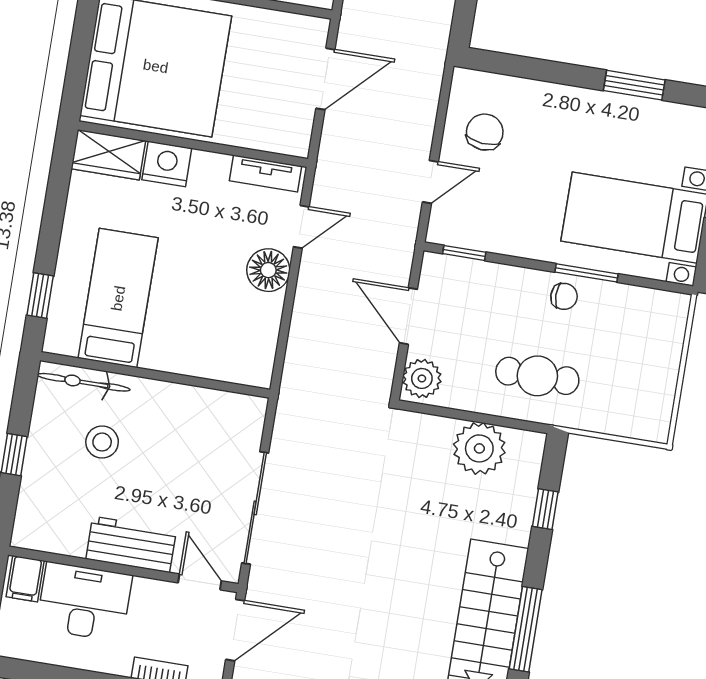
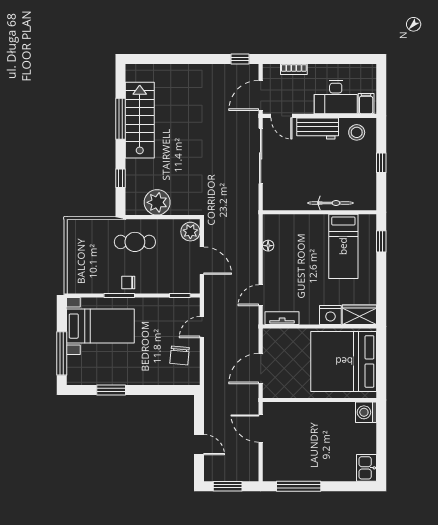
floor lamp: (268, 270) -> (268, 246), moved, width x0.53, depth x0.53
bicycle: (84, 382) -> (330, 203), moved
stool: (102, 442) -> (357, 132), moved

